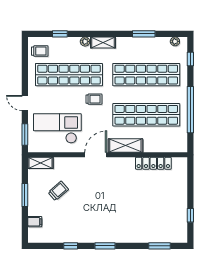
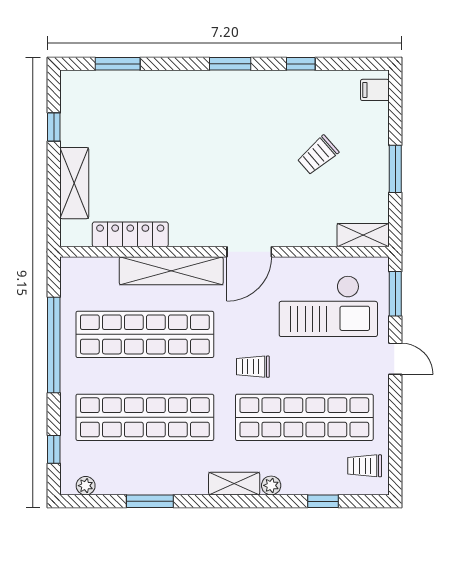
shelving: (125, 146) -> (171, 271), width x1.47
shelving: (180, 188) -> (74, 183), added
trolley: (58, 191) -> (318, 155), moved
filing cabinet: (35, 222) -> (375, 90), moved

